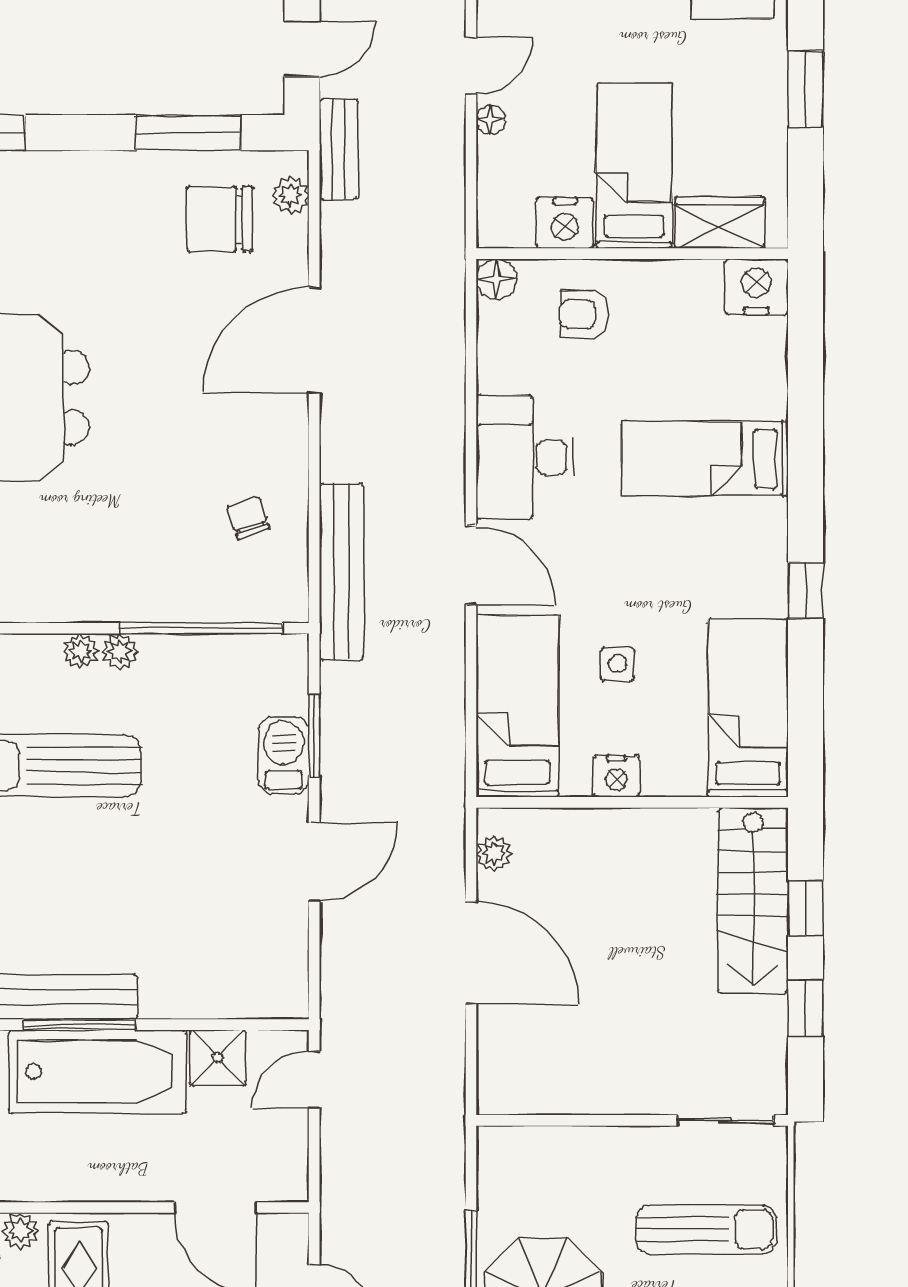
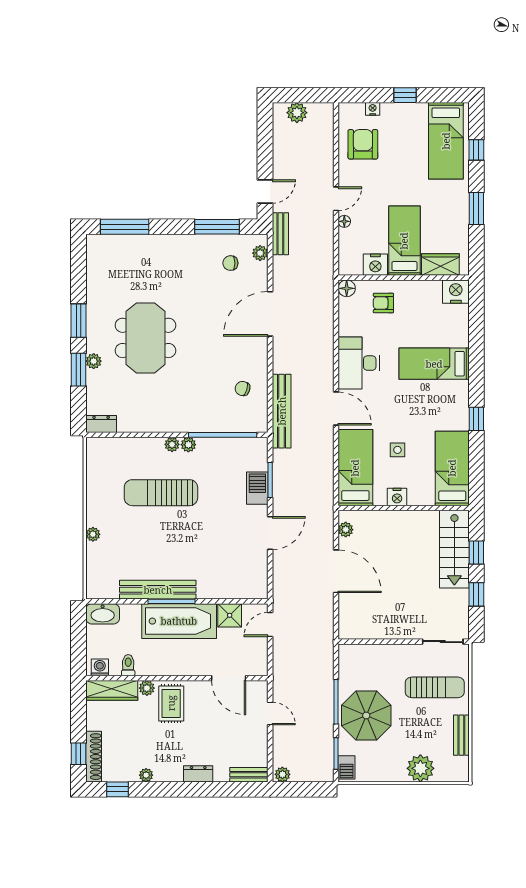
chair: (219, 219) -> (230, 263), width x0.54, depth x0.54
chair: (248, 518) -> (243, 389), turned -55

